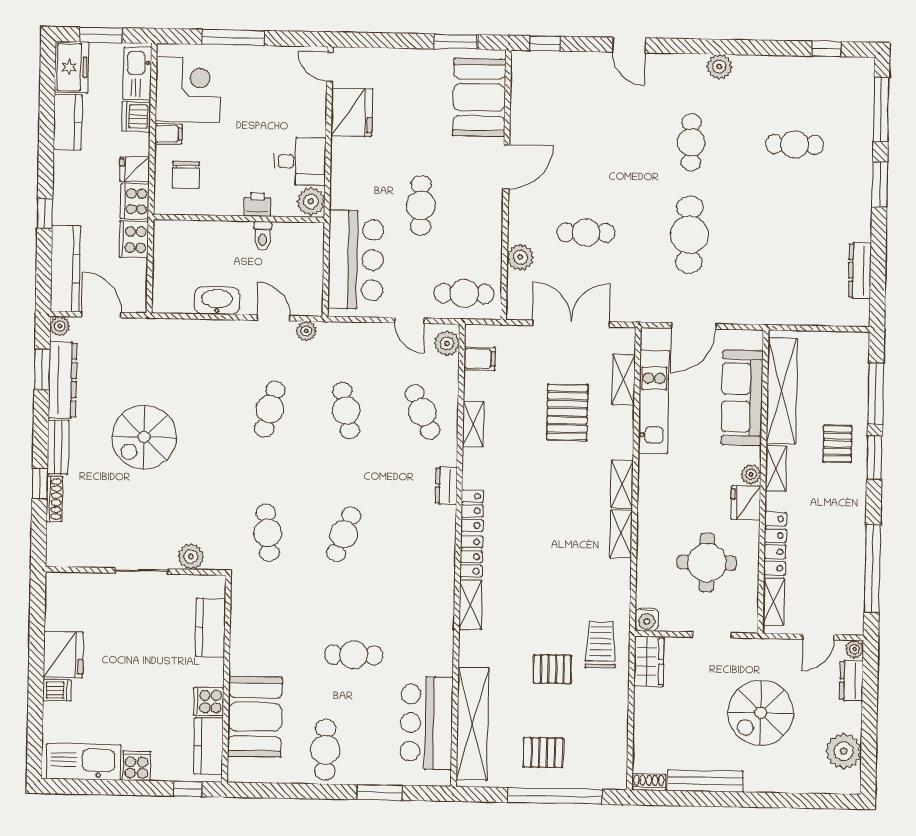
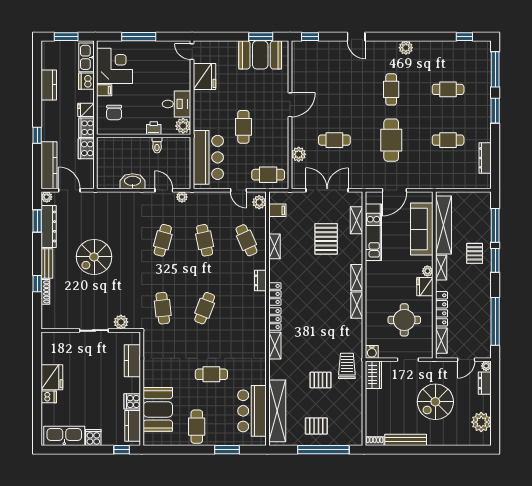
freezer: (72, 67) -> (50, 55), removed
booth: (479, 98) -> (260, 55), moved, turned 90
cafe table: (793, 237) -> (448, 140), added

